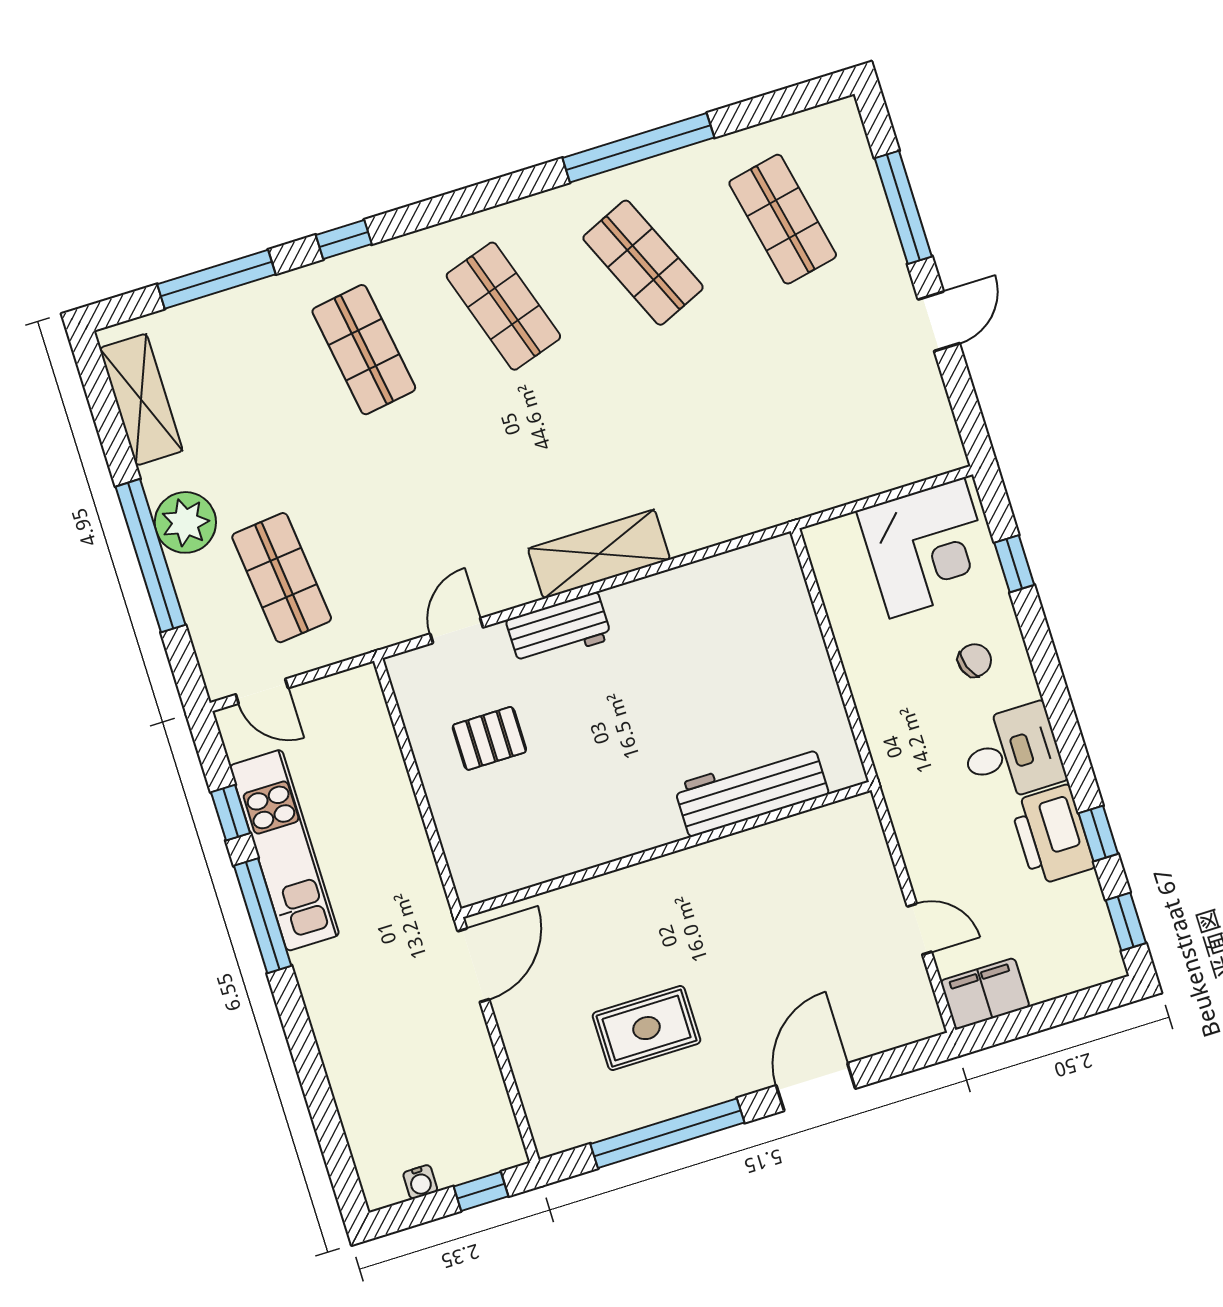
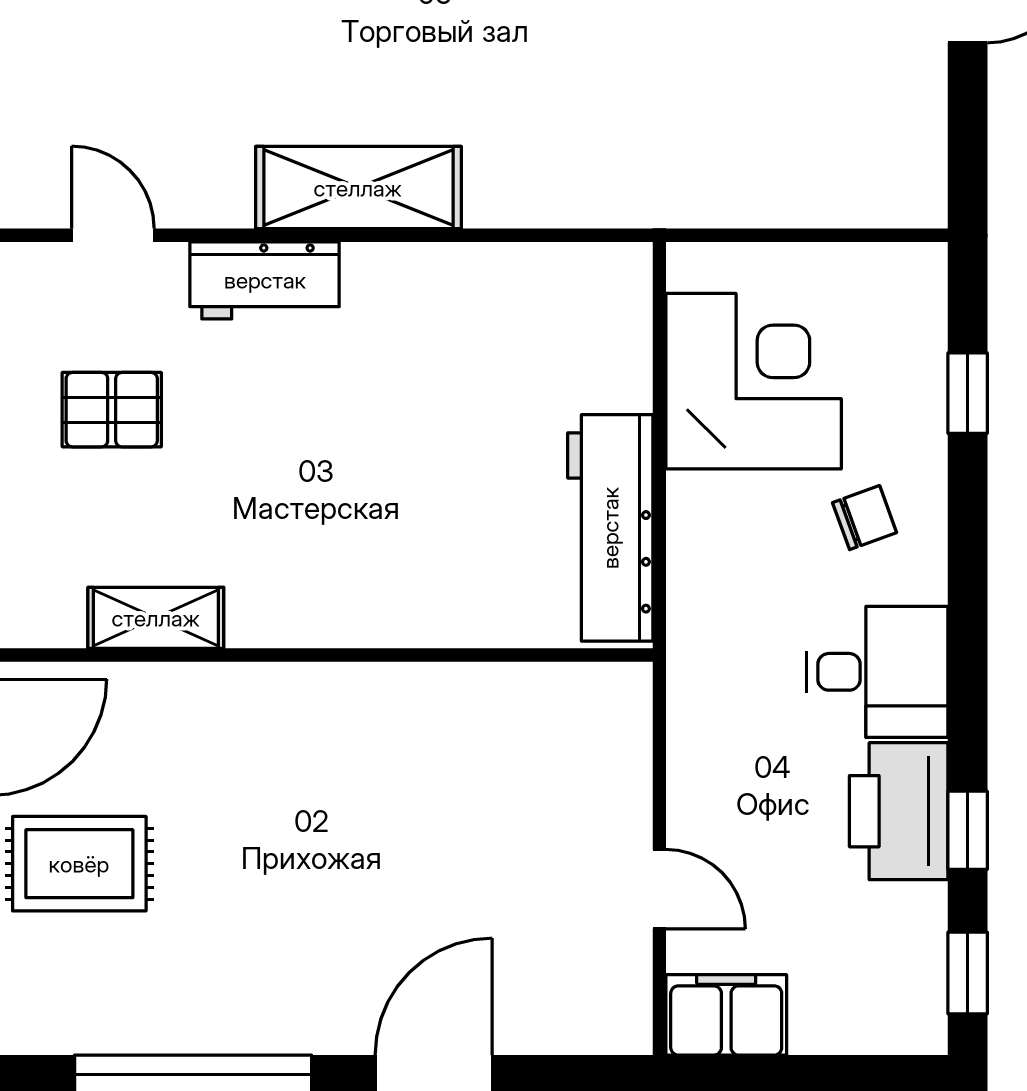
corner desk: (927, 548) -> (754, 381), moved, turned -90
door: (457, 631) -> (113, 235), hinge flipped
workbench: (751, 790) -> (610, 528), moved, turned -90
shelving: (557, 858) -> (156, 618), added
rug: (646, 1028) -> (79, 864), moved

